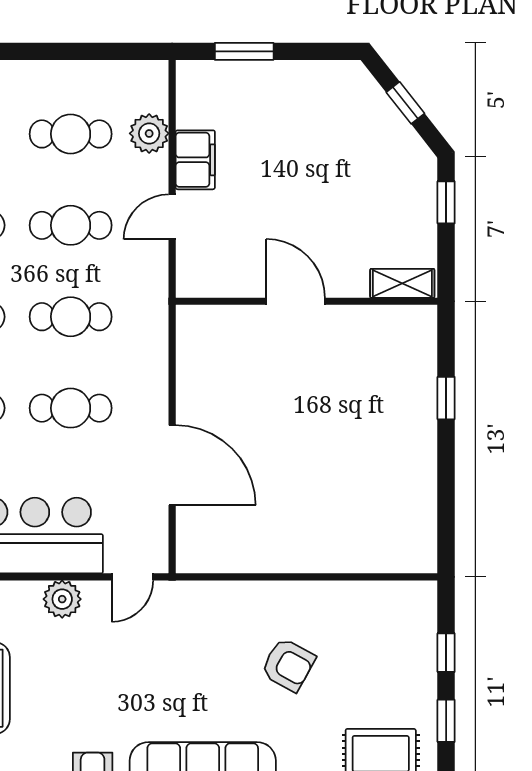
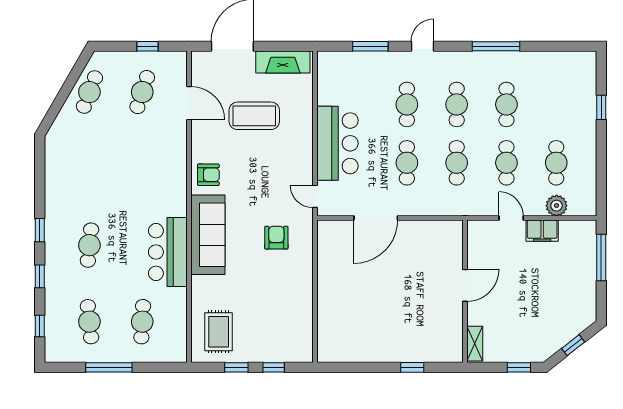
window: (244, 51) -> (601, 257), width x1.44
plant: (62, 599) -> (303, 158), removed
armchair: (288, 665) -> (276, 238), moved, turned 151

